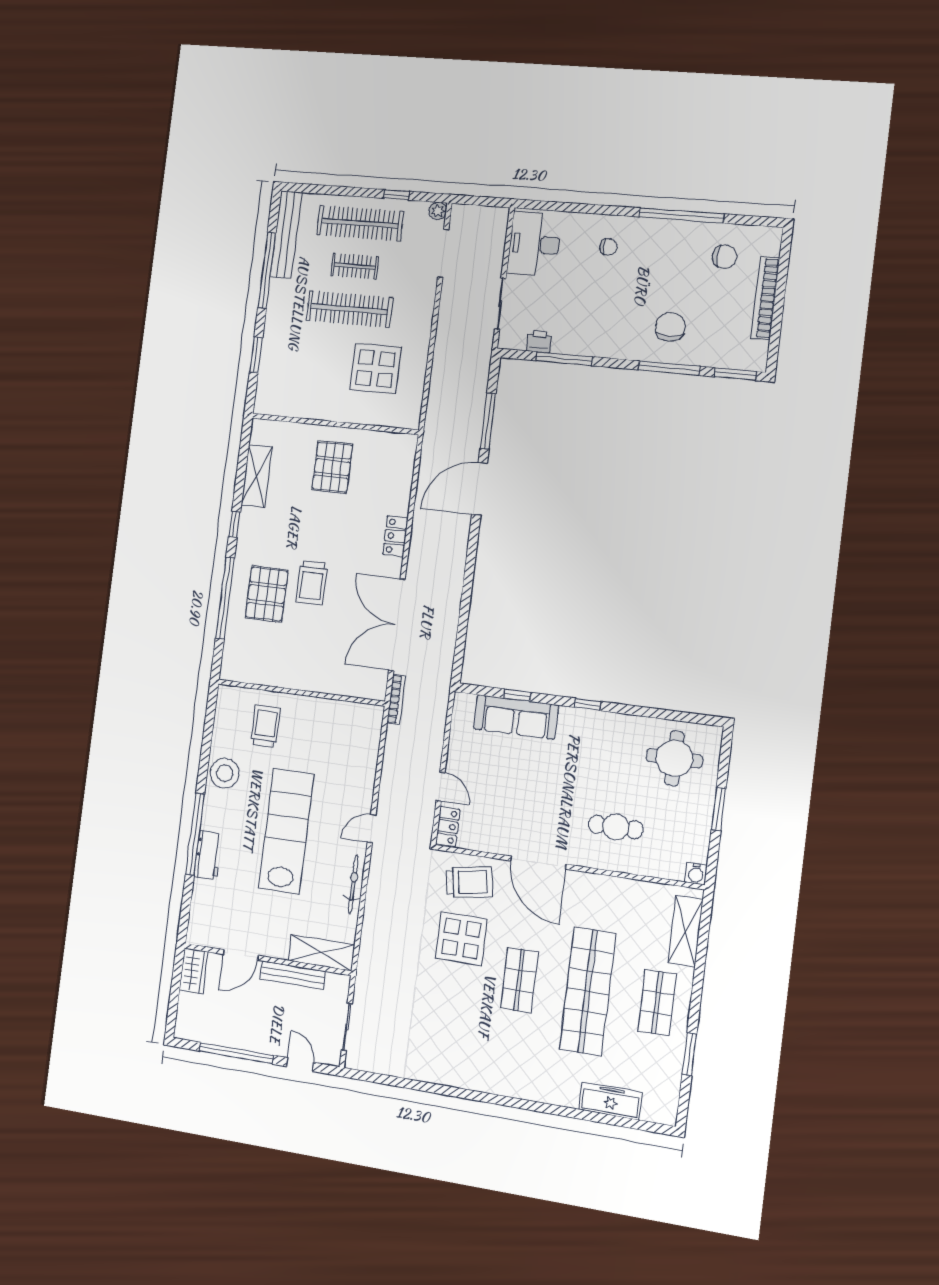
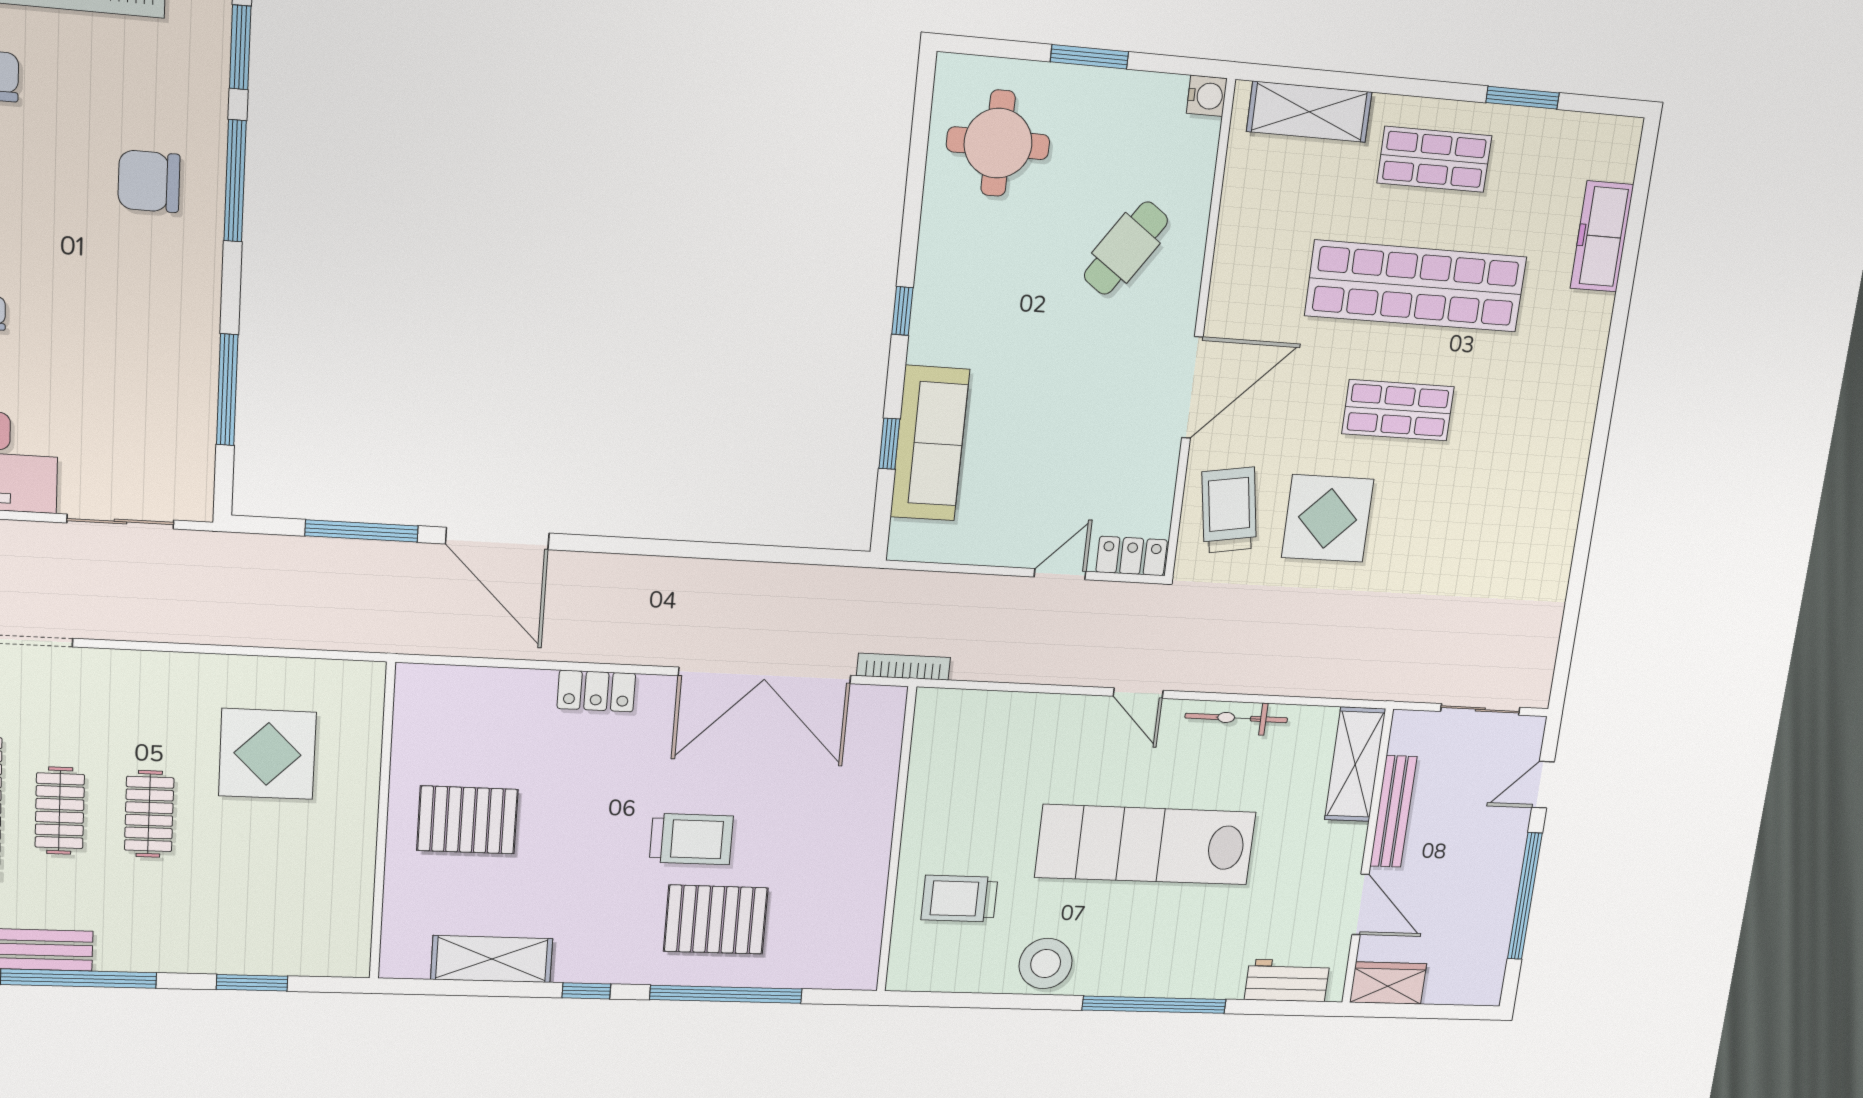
clothes rail: (349, 309) -> (149, 814), width x0.54, depth x0.76
printer: (539, 341) -> (194, 441), removed
cafe table: (616, 827) -> (1126, 248), turned 35
workbench: (208, 855) -> (1287, 981), moved

